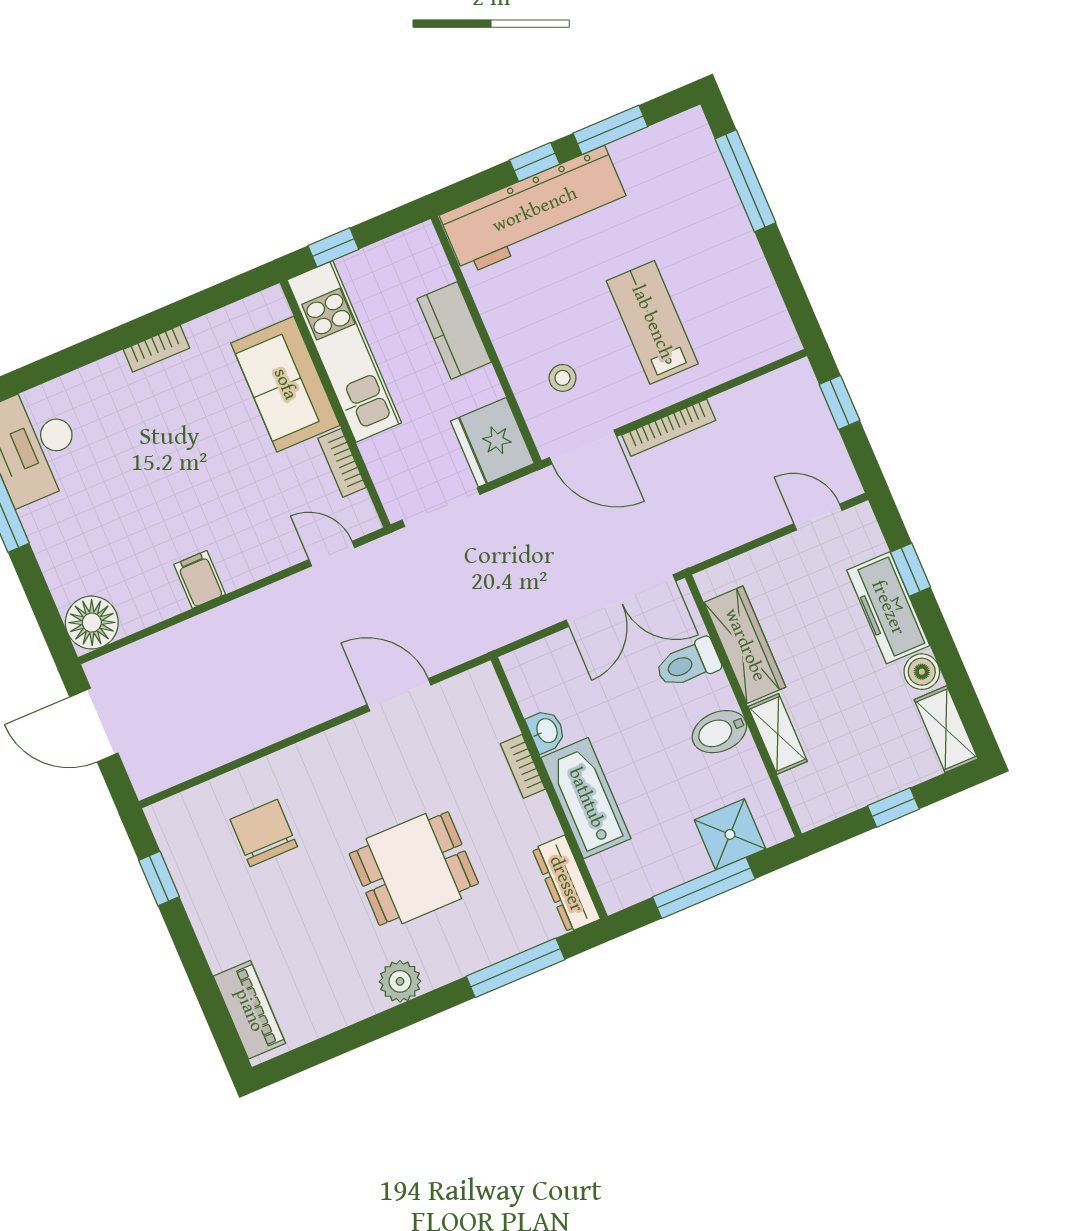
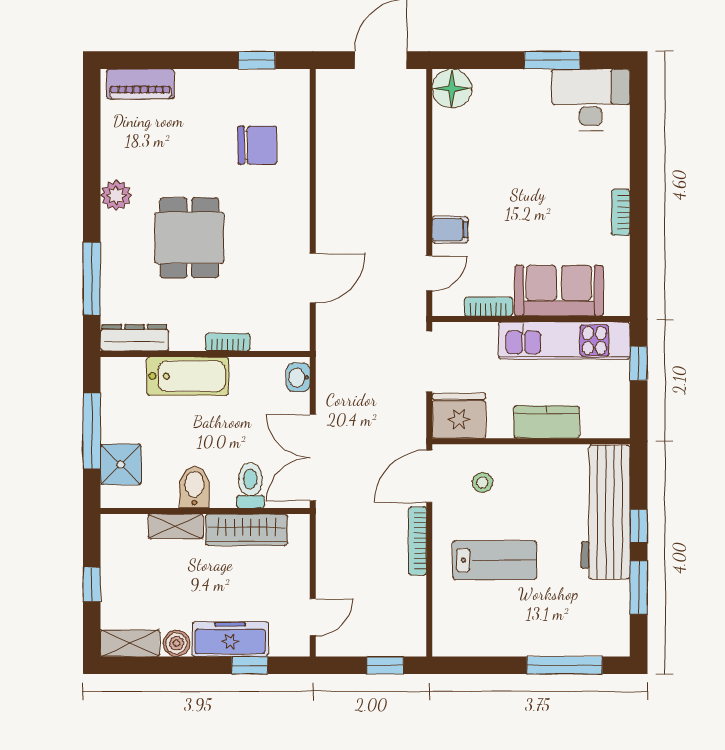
filing cabinet: (200, 579) -> (450, 230), moved
washbasin: (546, 731) -> (298, 377), moved, turned 90

